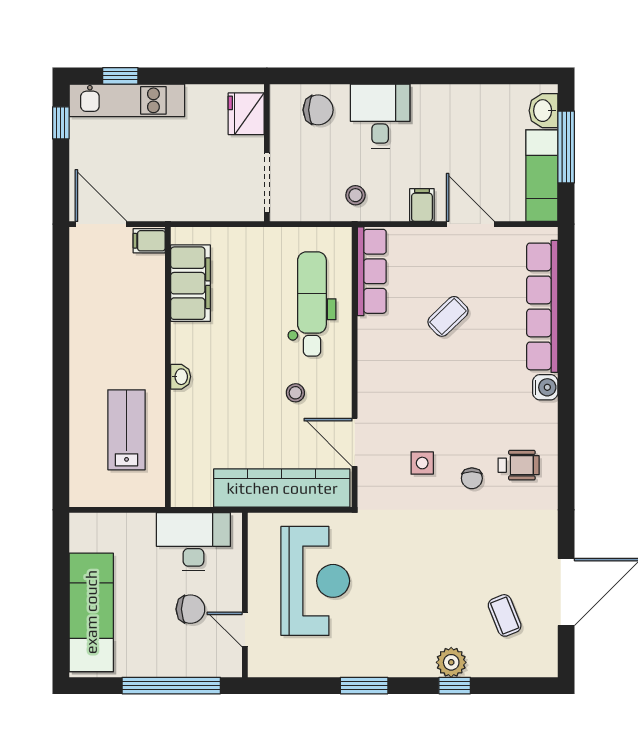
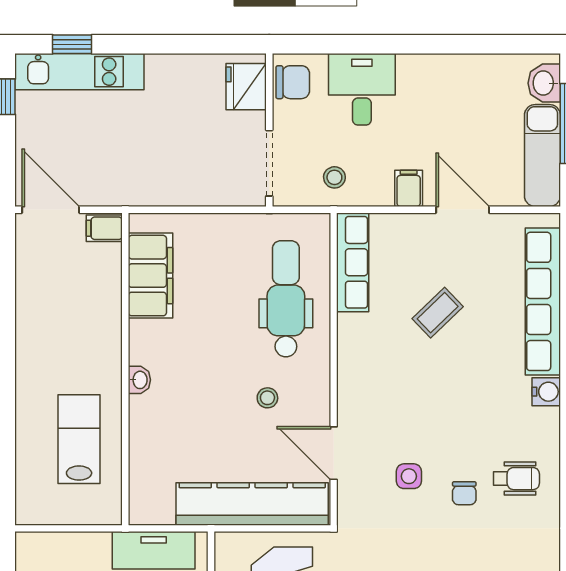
fridge: (246, 114) -> (246, 87), moved
wall: (267, 153) -> (269, 130), moved
doorway: (267, 182) -> (269, 163), moved

